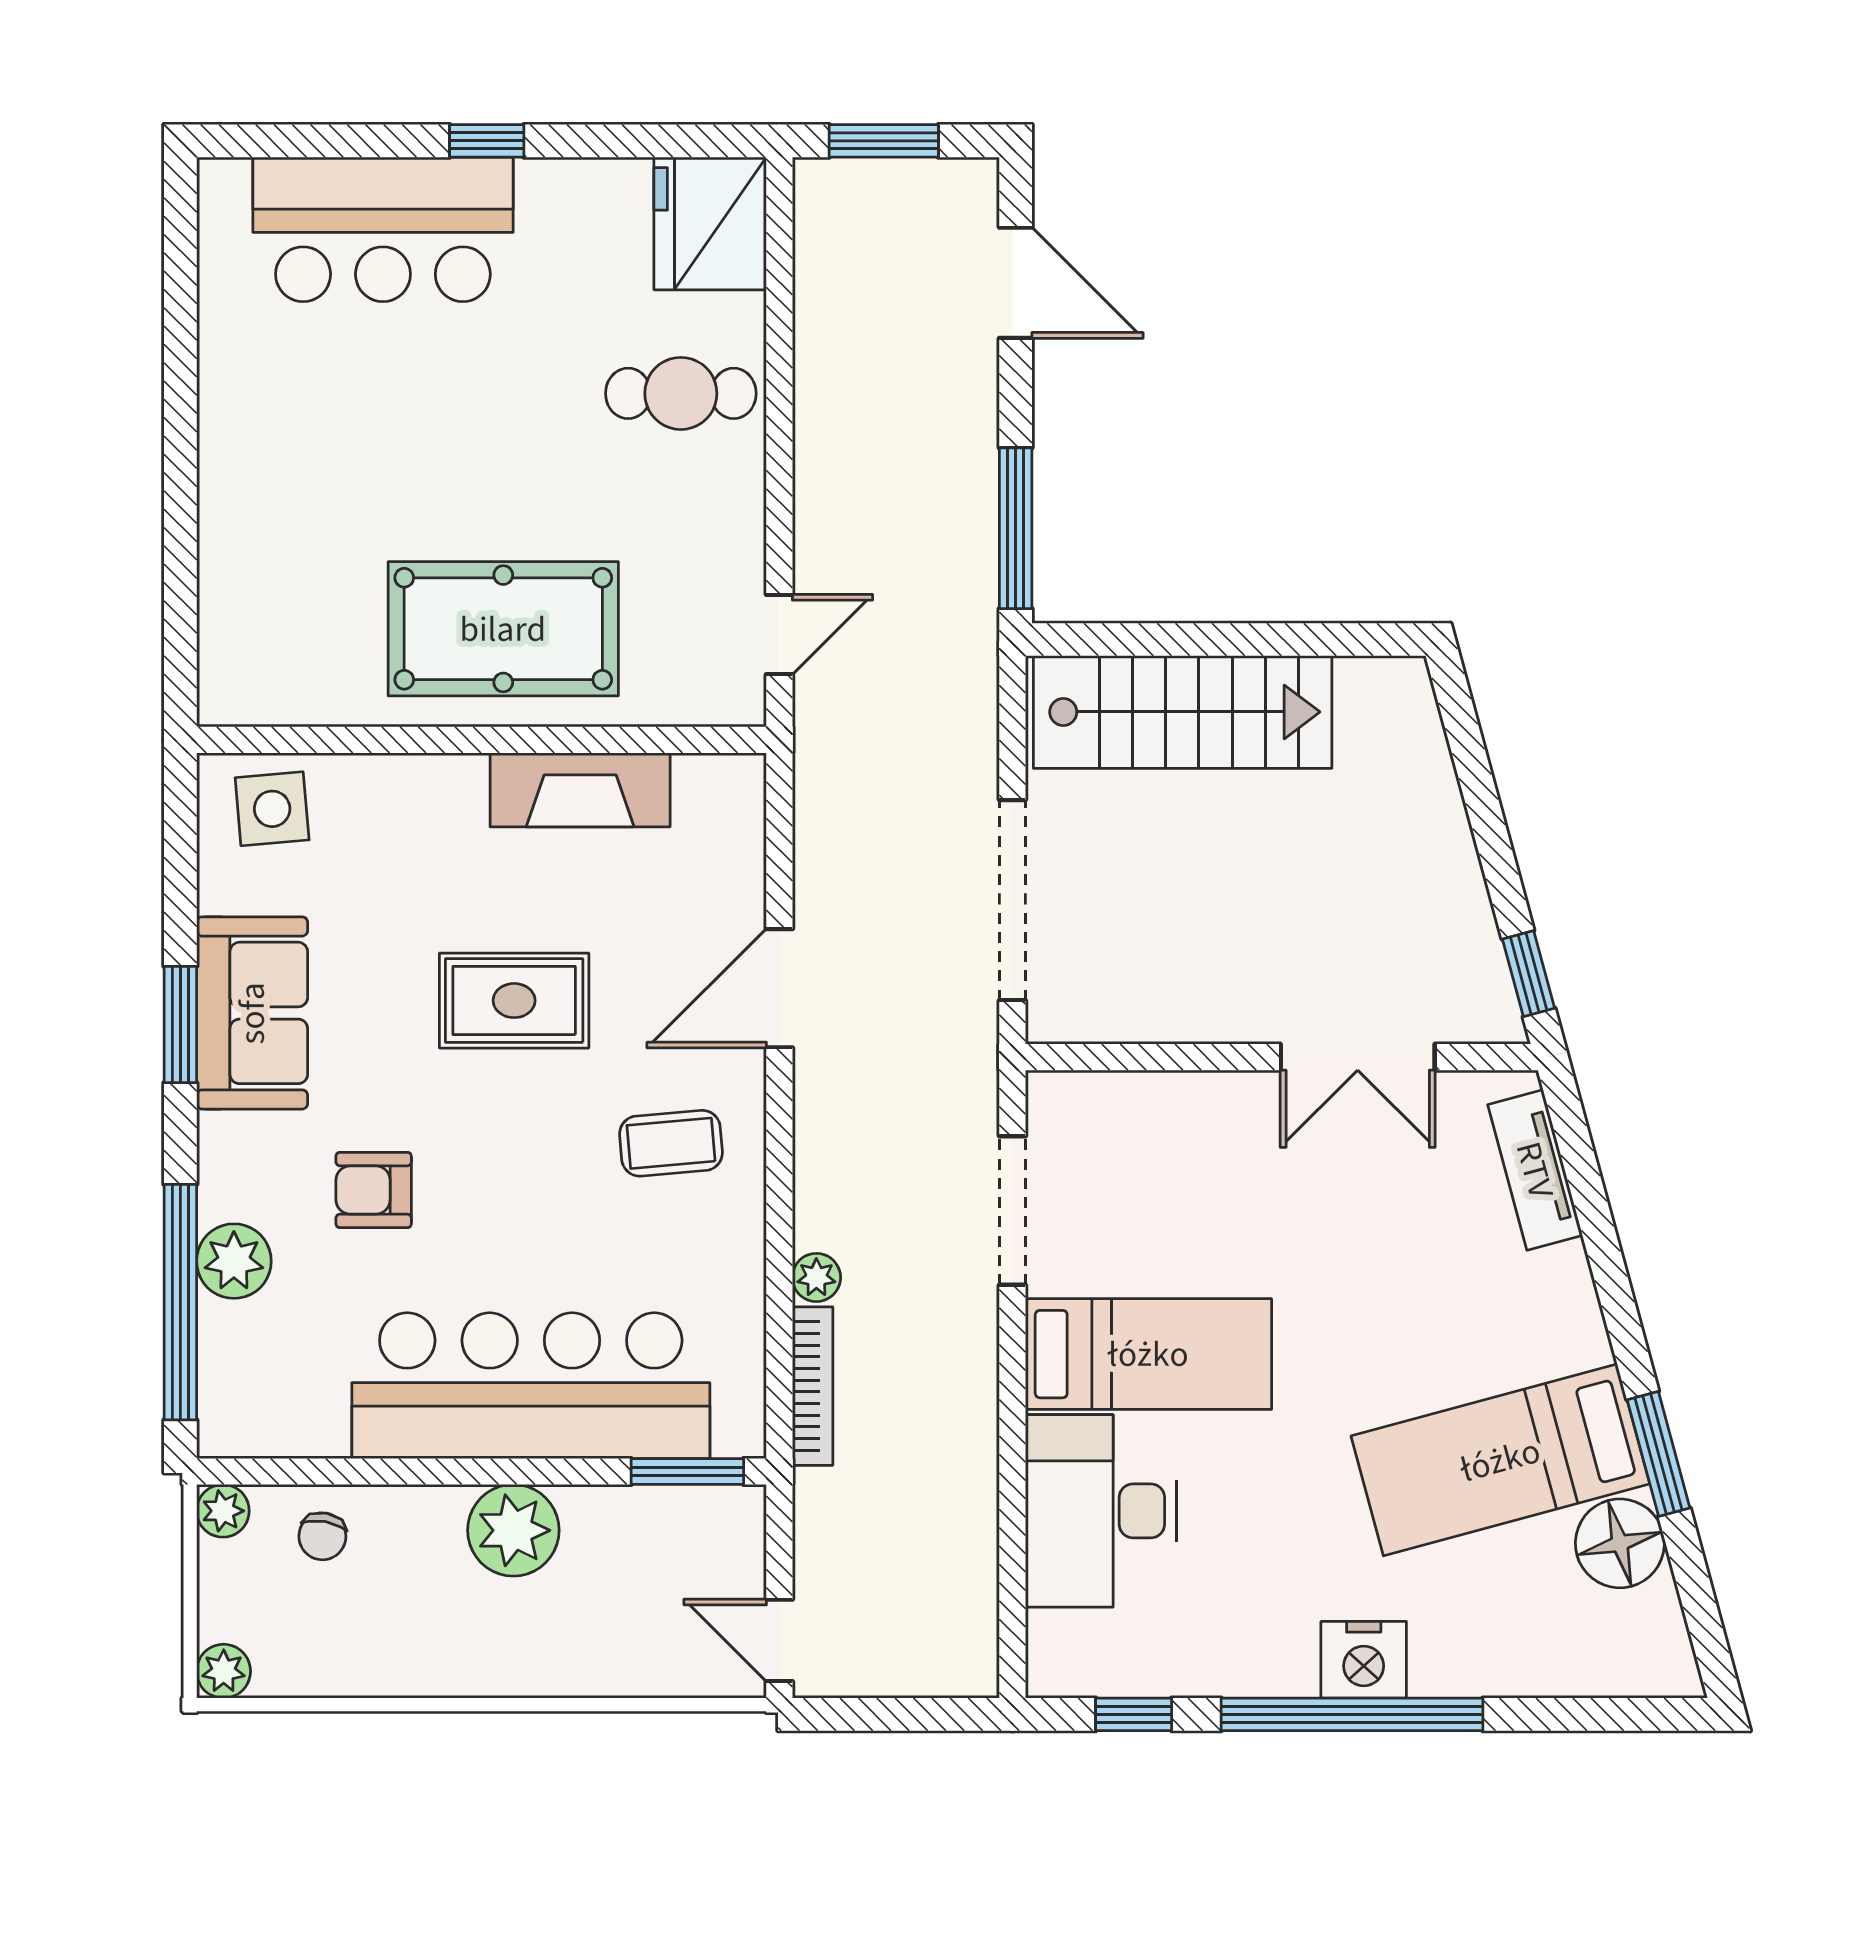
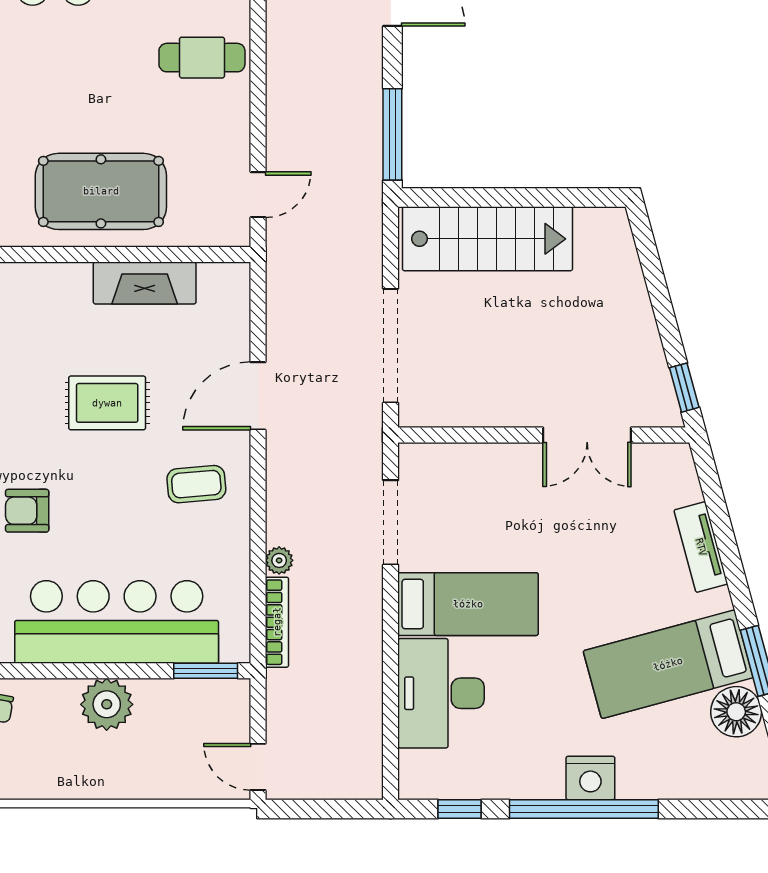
tv unit: (1535, 1170) -> (701, 547), moved

